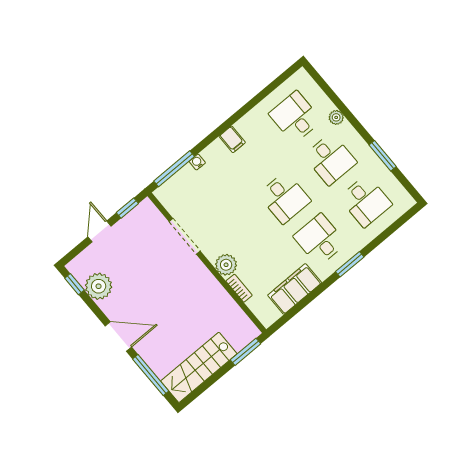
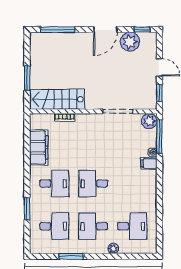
filing cabinet: (232, 139) -> (149, 164), moved
desk: (366, 201) -> (54, 226), turned 180
window: (350, 264) -> (27, 209), moved
plant: (226, 265) -> (149, 121), moved
door: (118, 336) -> (105, 30), moved
window: (245, 352) -> (27, 78), moved
stairs: (199, 367) -> (58, 99), moved, turned -90

